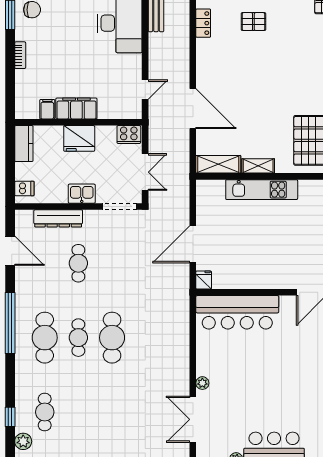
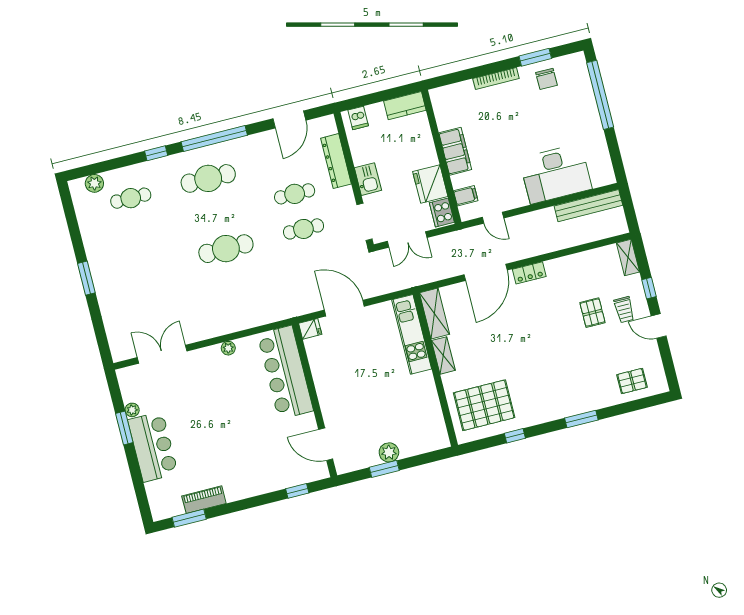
locker: (203, 23) -> (529, 273), moved
bookcase: (20, 55) -> (496, 78), width x1.56
filing cabinet: (47, 109) -> (466, 196), moved
fridge: (79, 138) -> (430, 184), moved
kitchen unit: (262, 190) -> (412, 334), moved
cafe table: (78, 338) -> (303, 229), moved
plant: (202, 383) -> (228, 348), moved
window: (10, 417) -> (156, 153), moved

